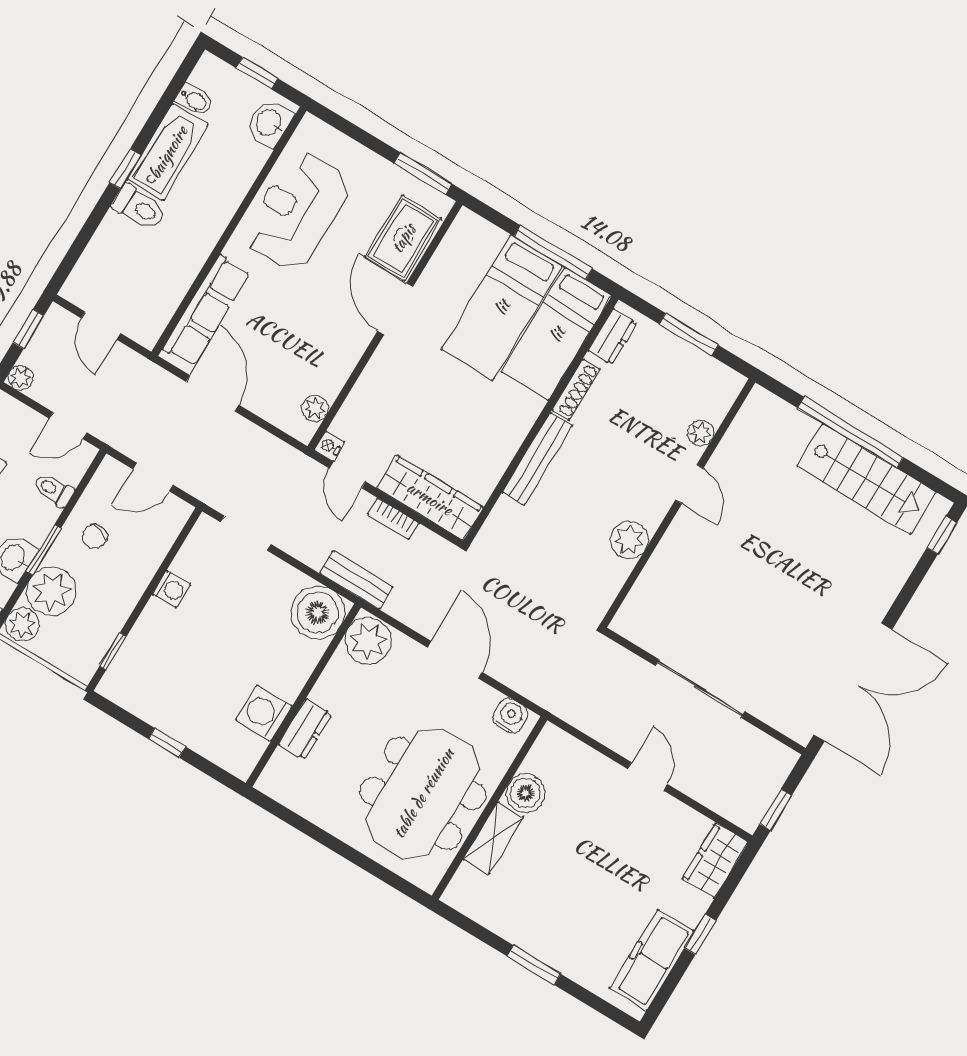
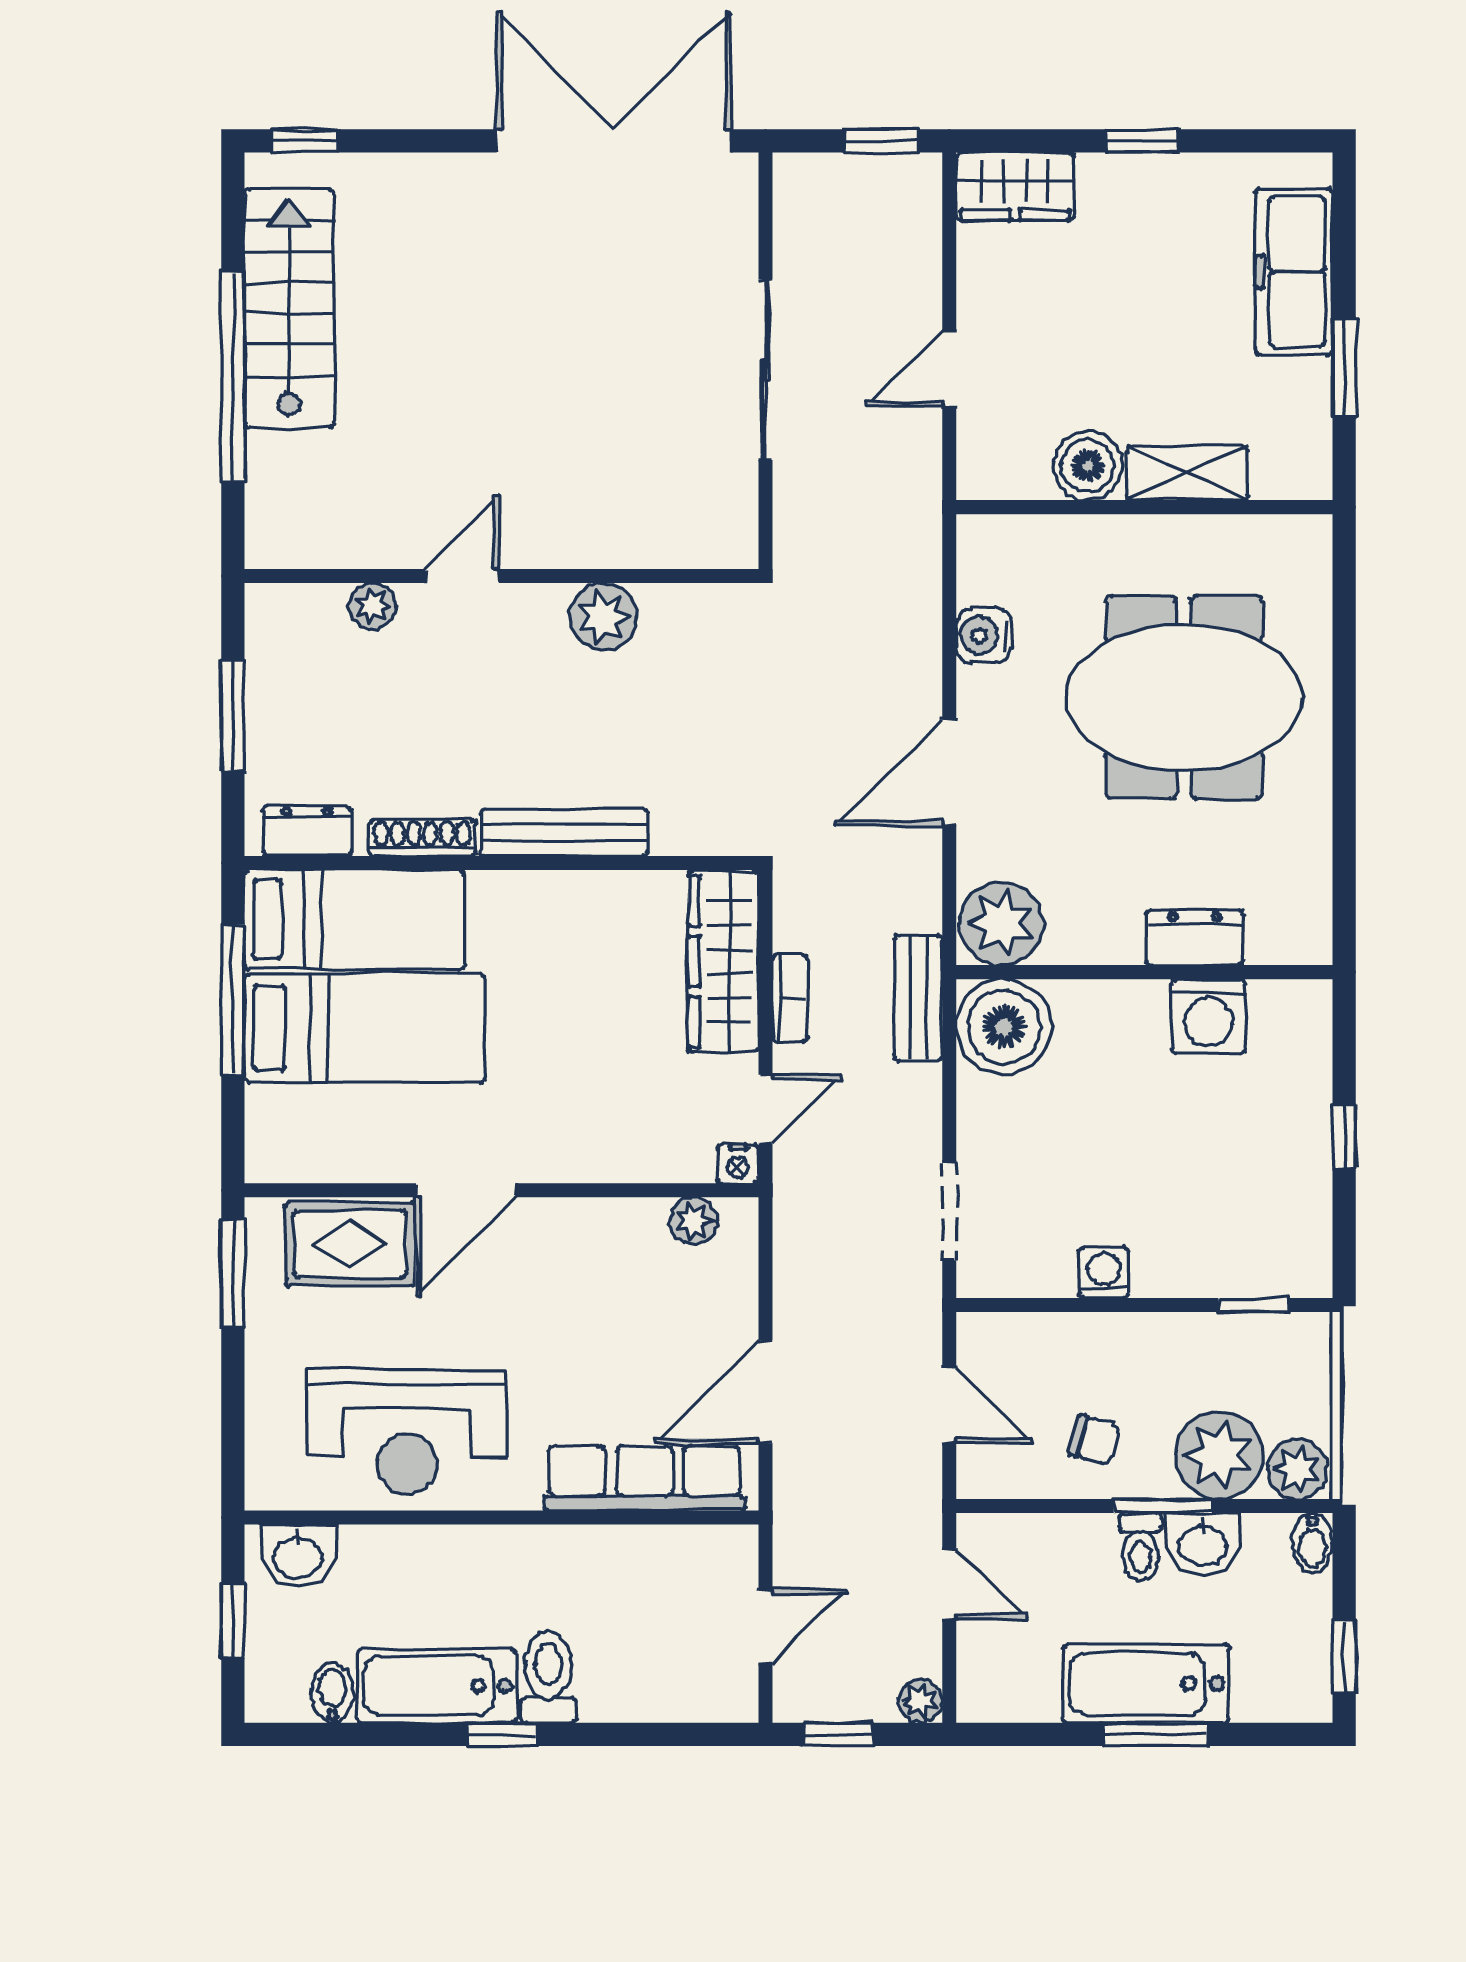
toilet: (53, 490) -> (1140, 1547), moved
boiler: (526, 793) -> (1088, 466), moved
wall: (489, 808) -> (1144, 507), moved
shelving: (493, 838) -> (1187, 473), moved
freezer: (652, 960) -> (1294, 272), moved, turned 90

